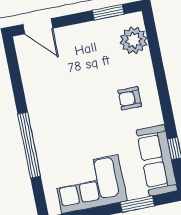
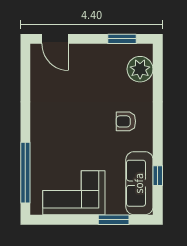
window: (29, 145) -> (25, 173), moved

